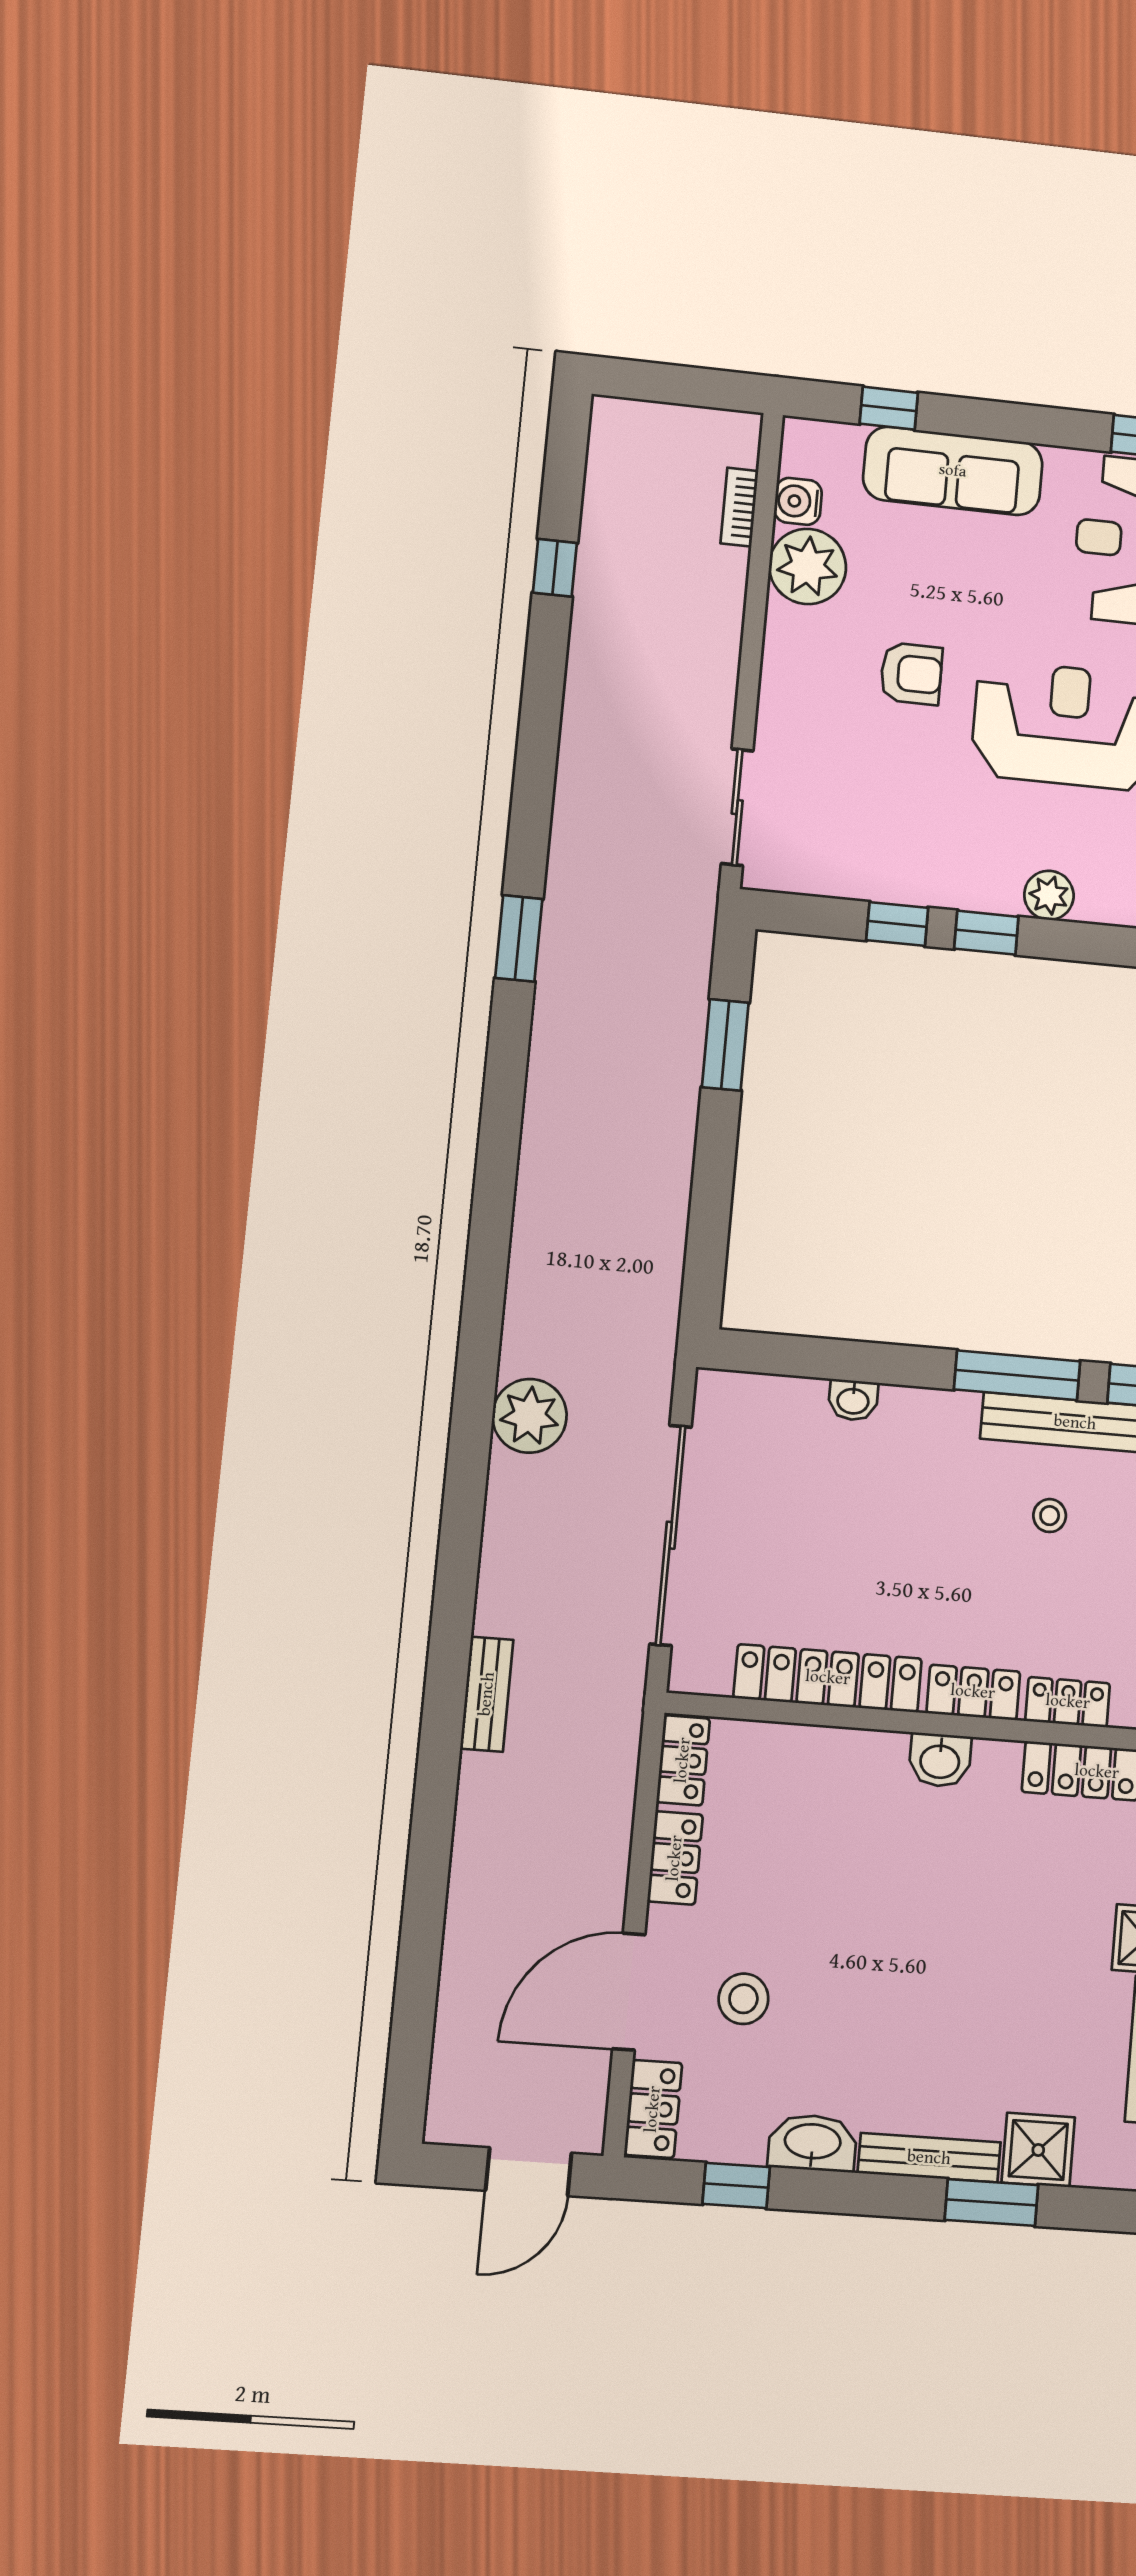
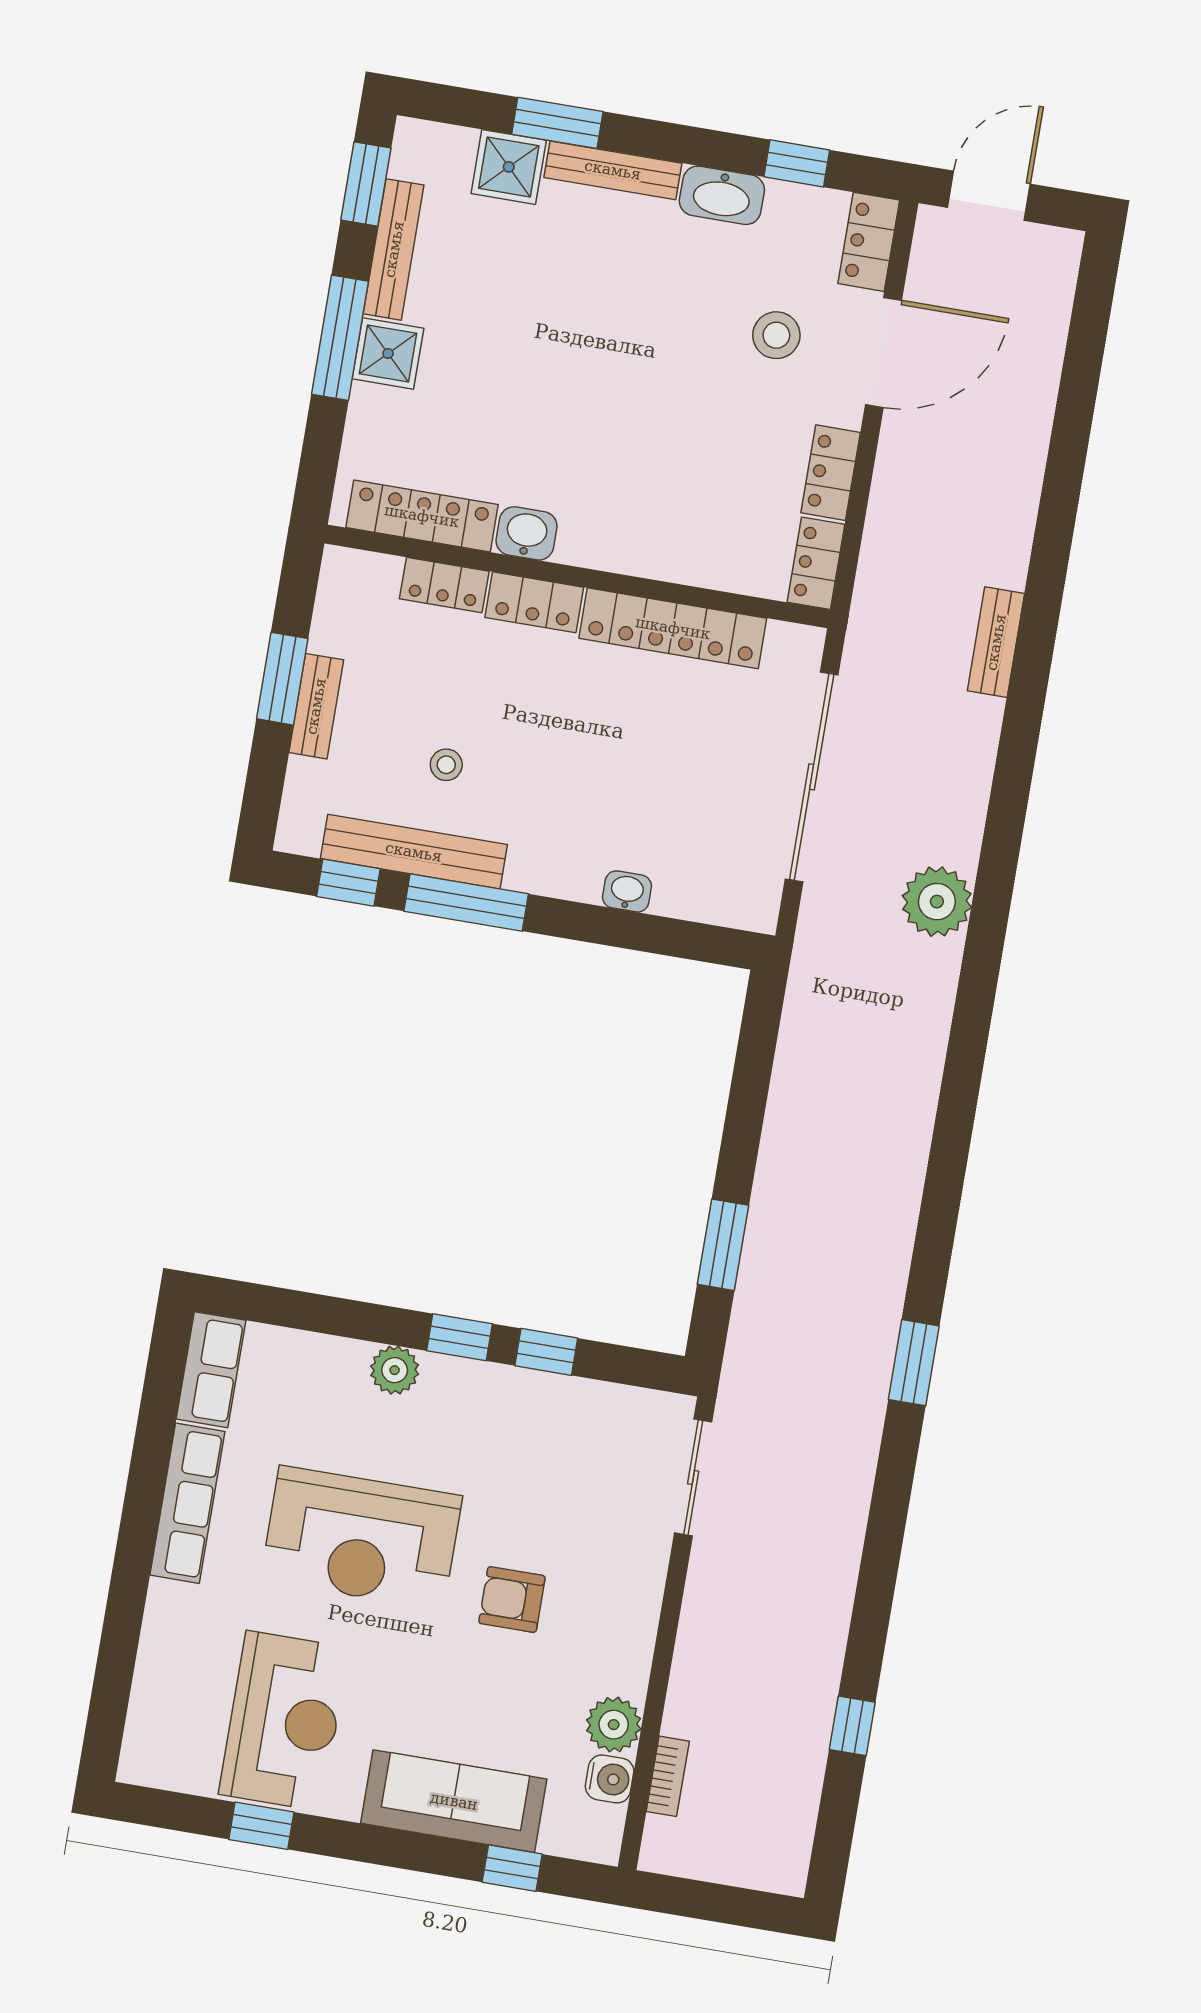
plant: (808, 566) -> (614, 1725), width x0.73, depth x0.73
washbasin: (940, 1760) -> (526, 533), moved

